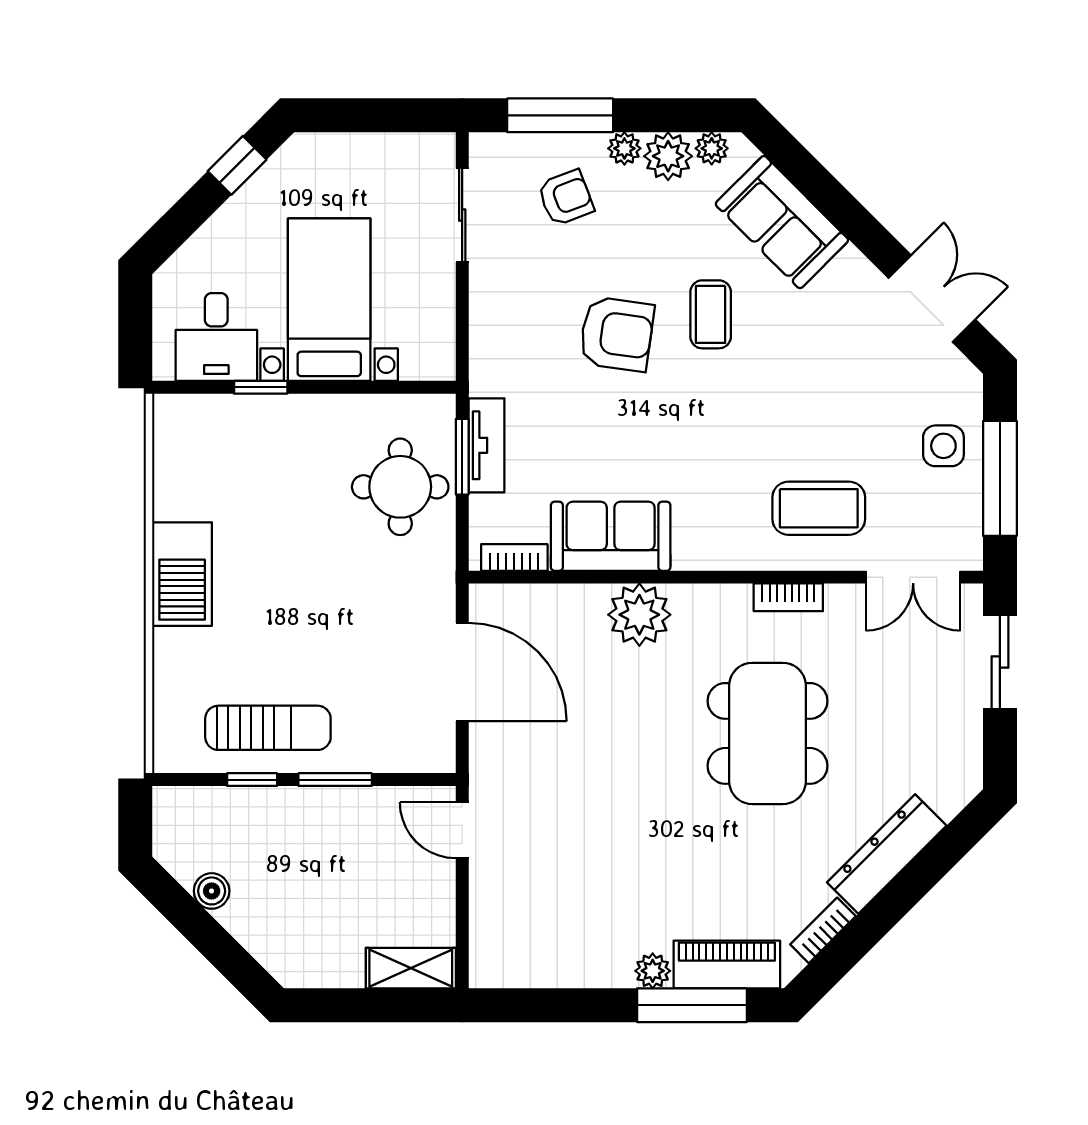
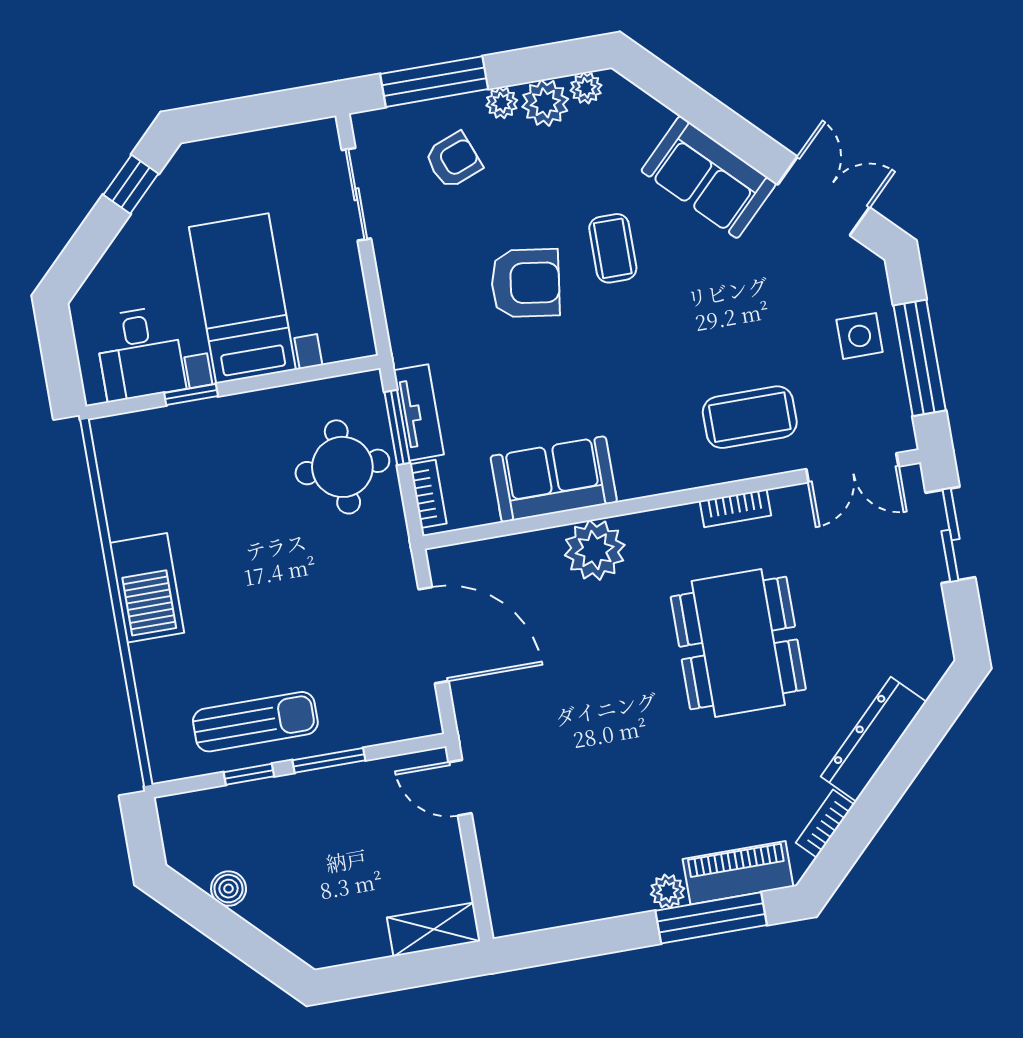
sofa: (782, 222) -> (709, 177), moved
bookcase: (514, 557) -> (428, 494), moved, turned 90

